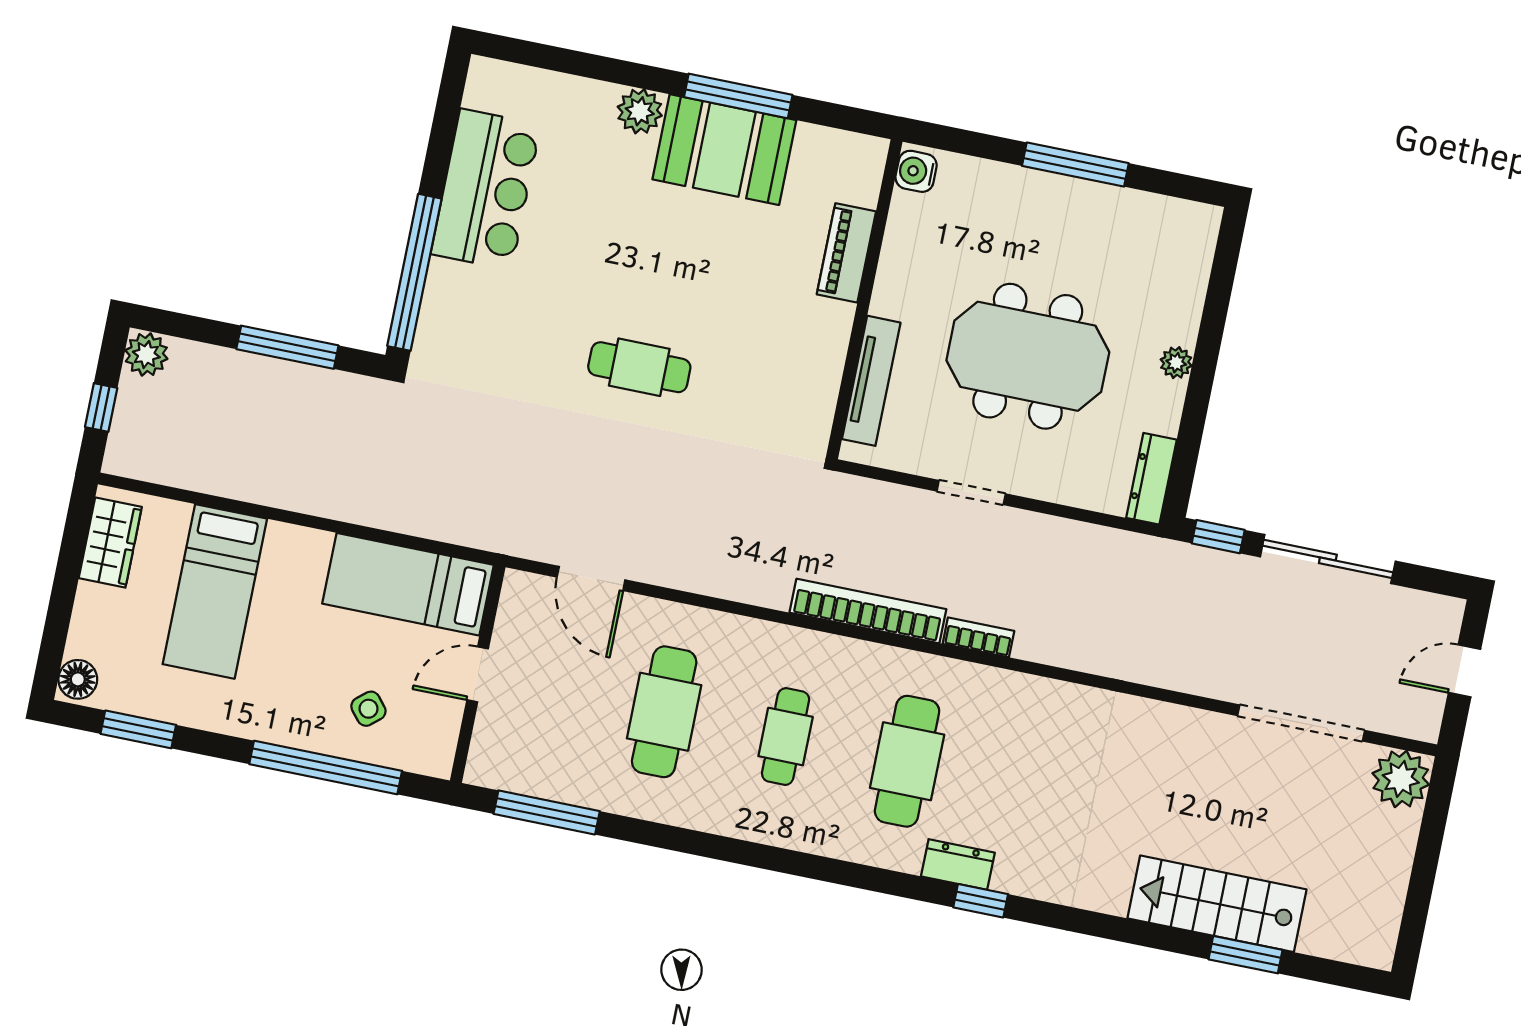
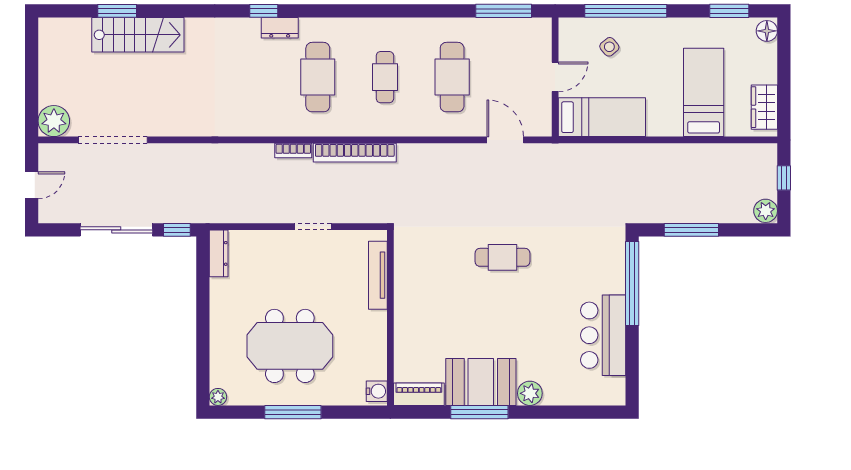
piano: (846, 253) -> (419, 394), moved, turned -90
meeting table: (1028, 356) -> (290, 346), moved
plant: (1176, 363) -> (218, 397), moved

